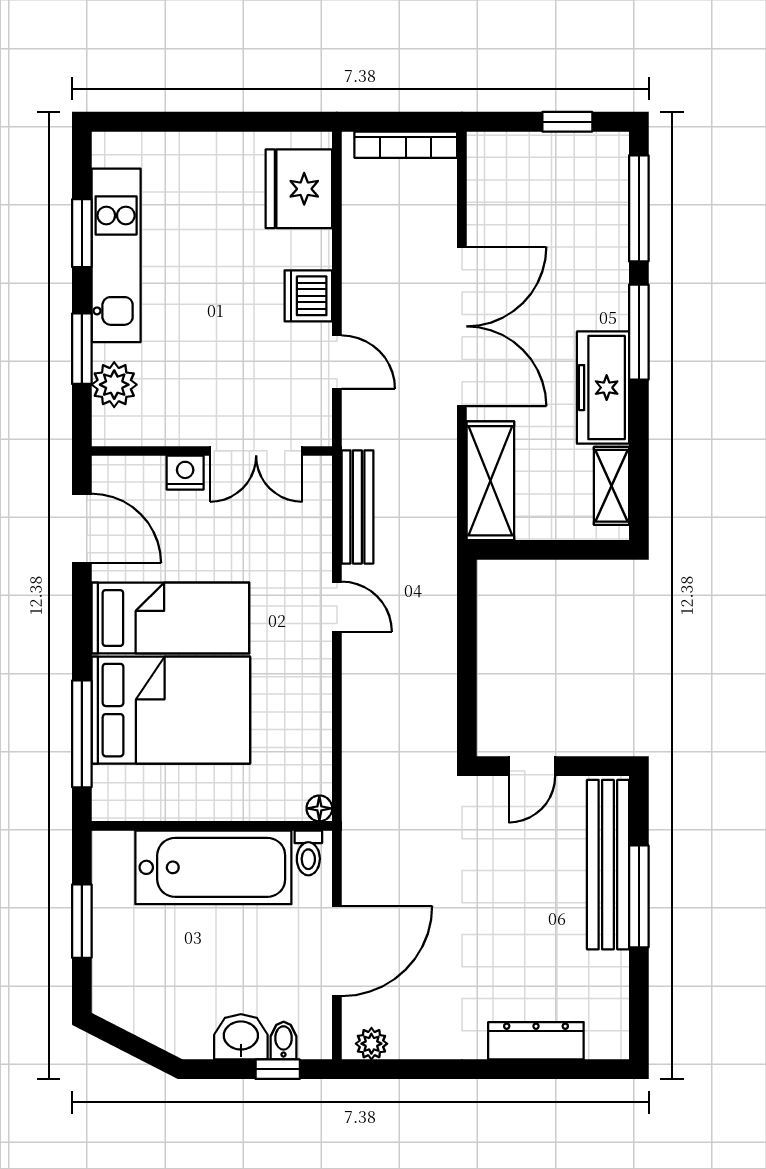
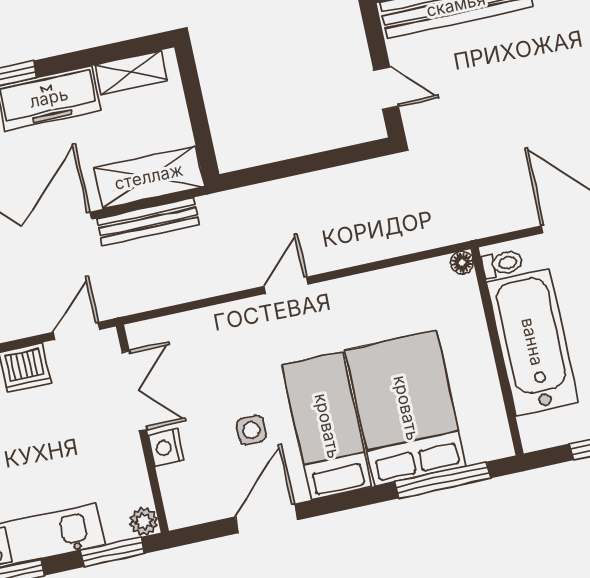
plant: (114, 385) -> (144, 522), width x0.73, depth x0.73
wall: (212, 451) -> (142, 429), moved
double door: (256, 451) -> (134, 391), moved
nightstand: (185, 473) -> (166, 448), moved
bench: (357, 507) -> (148, 222), moved
side table: (184, 533) -> (251, 430), added

